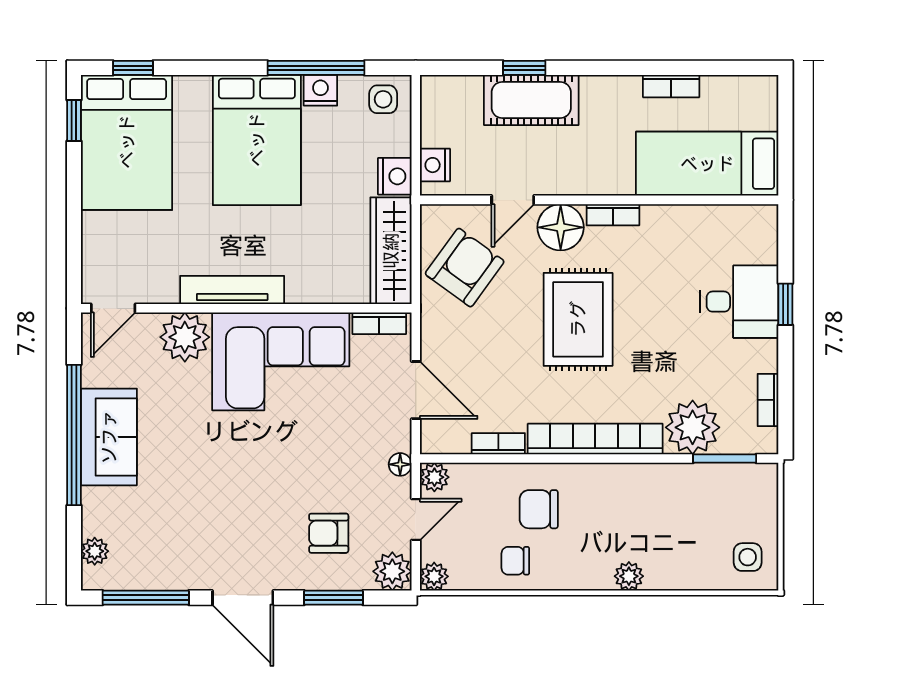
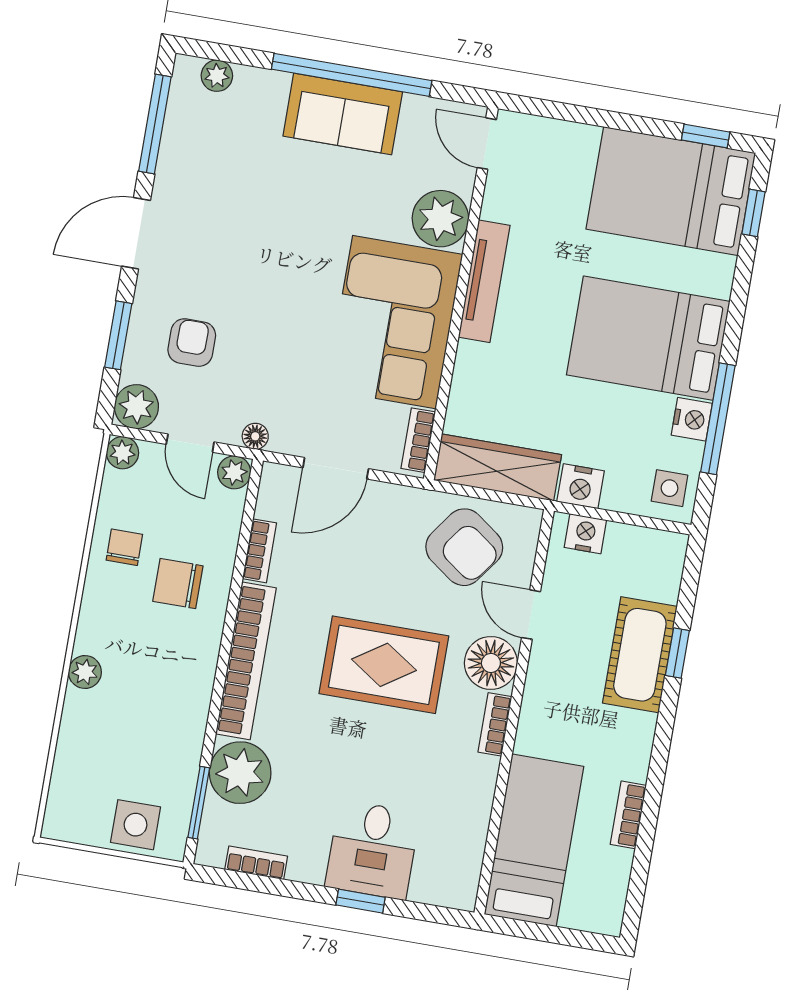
chair: (539, 509) -> (178, 584), turned -90
side table: (748, 557) -> (136, 825), moved, width x1.37, depth x1.37

